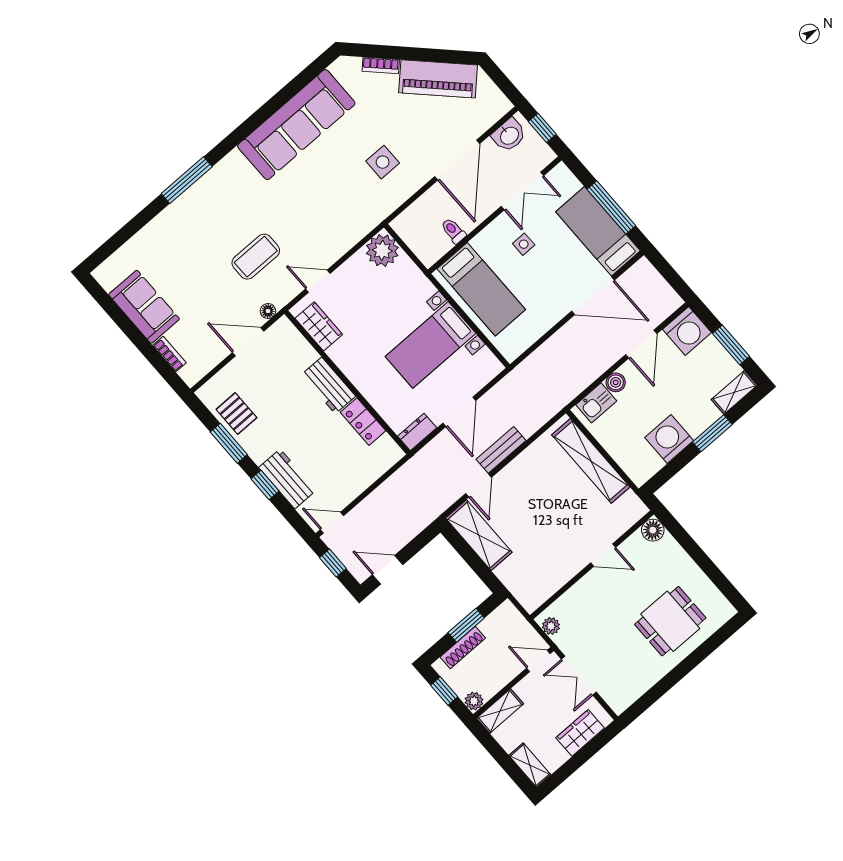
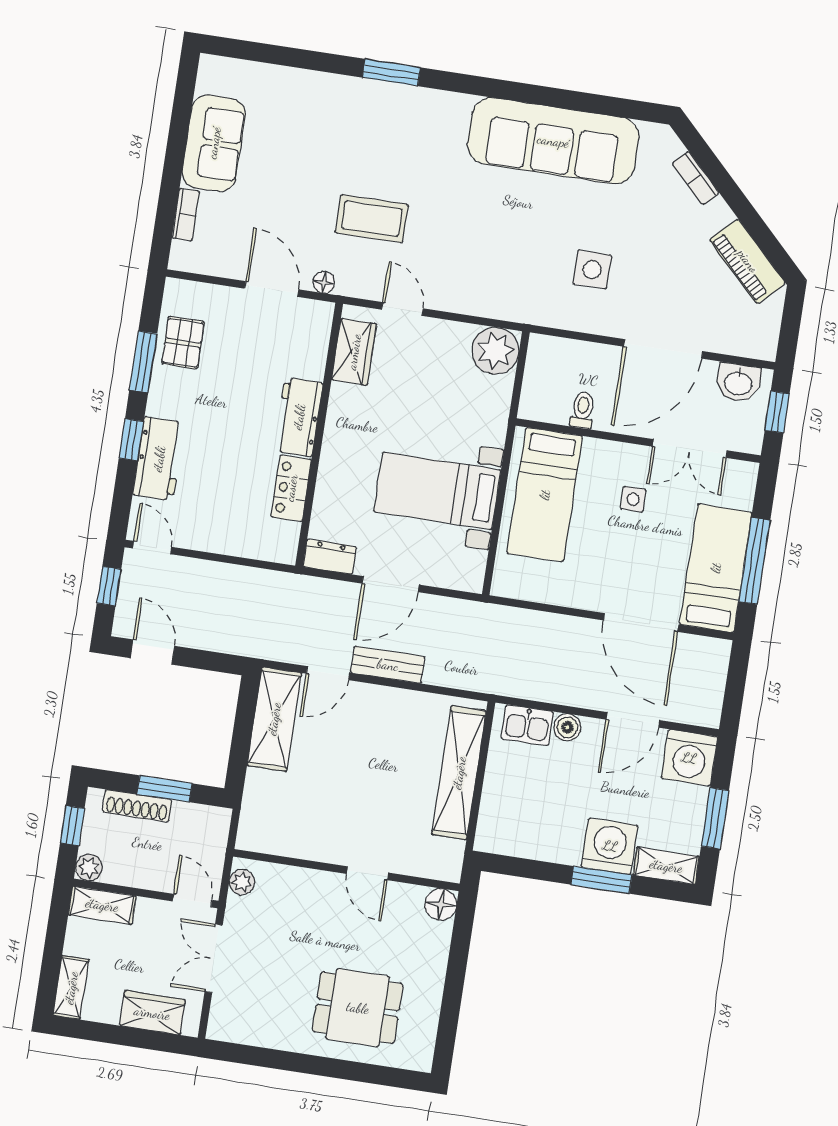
piano: (438, 79) -> (748, 261), width x0.73, depth x0.75
window: (187, 180) -> (391, 72), width x0.69
washing machine: (669, 439) -> (610, 846), moved

